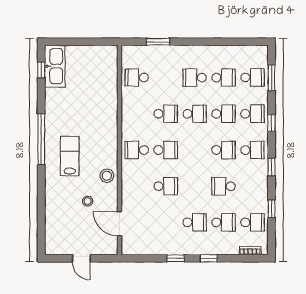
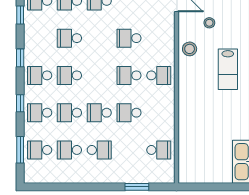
school desk: (224, 186) -> (69, 38), turned 180

